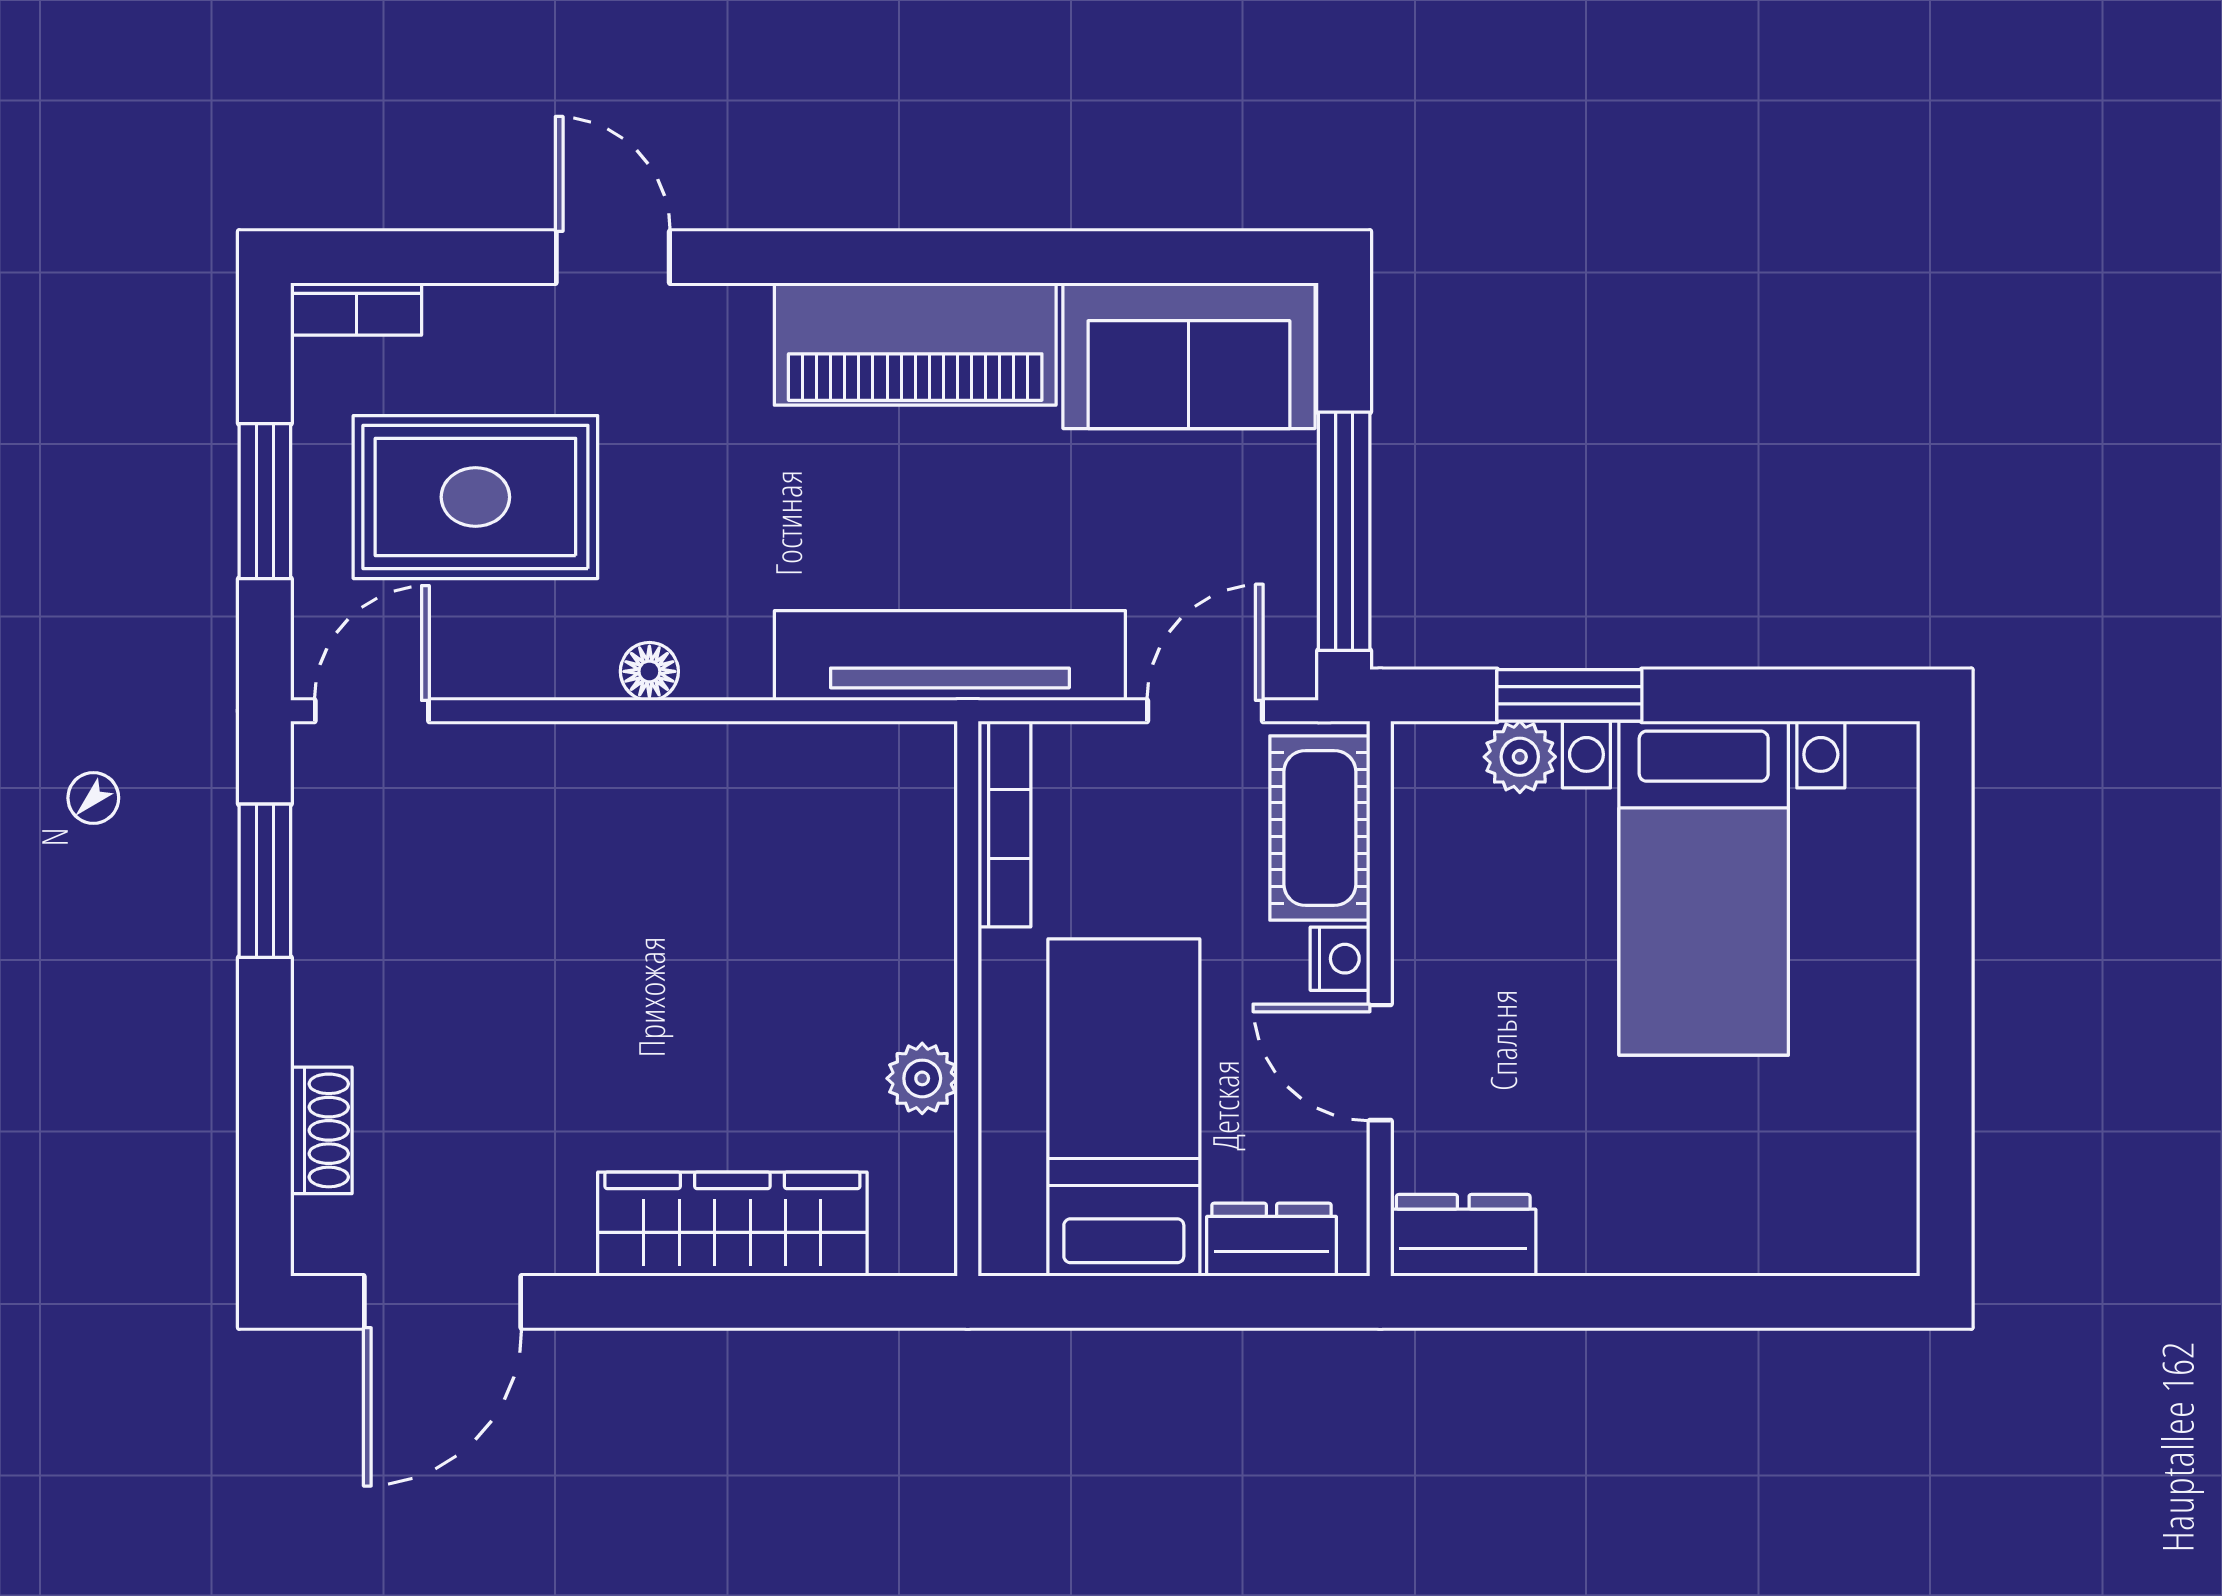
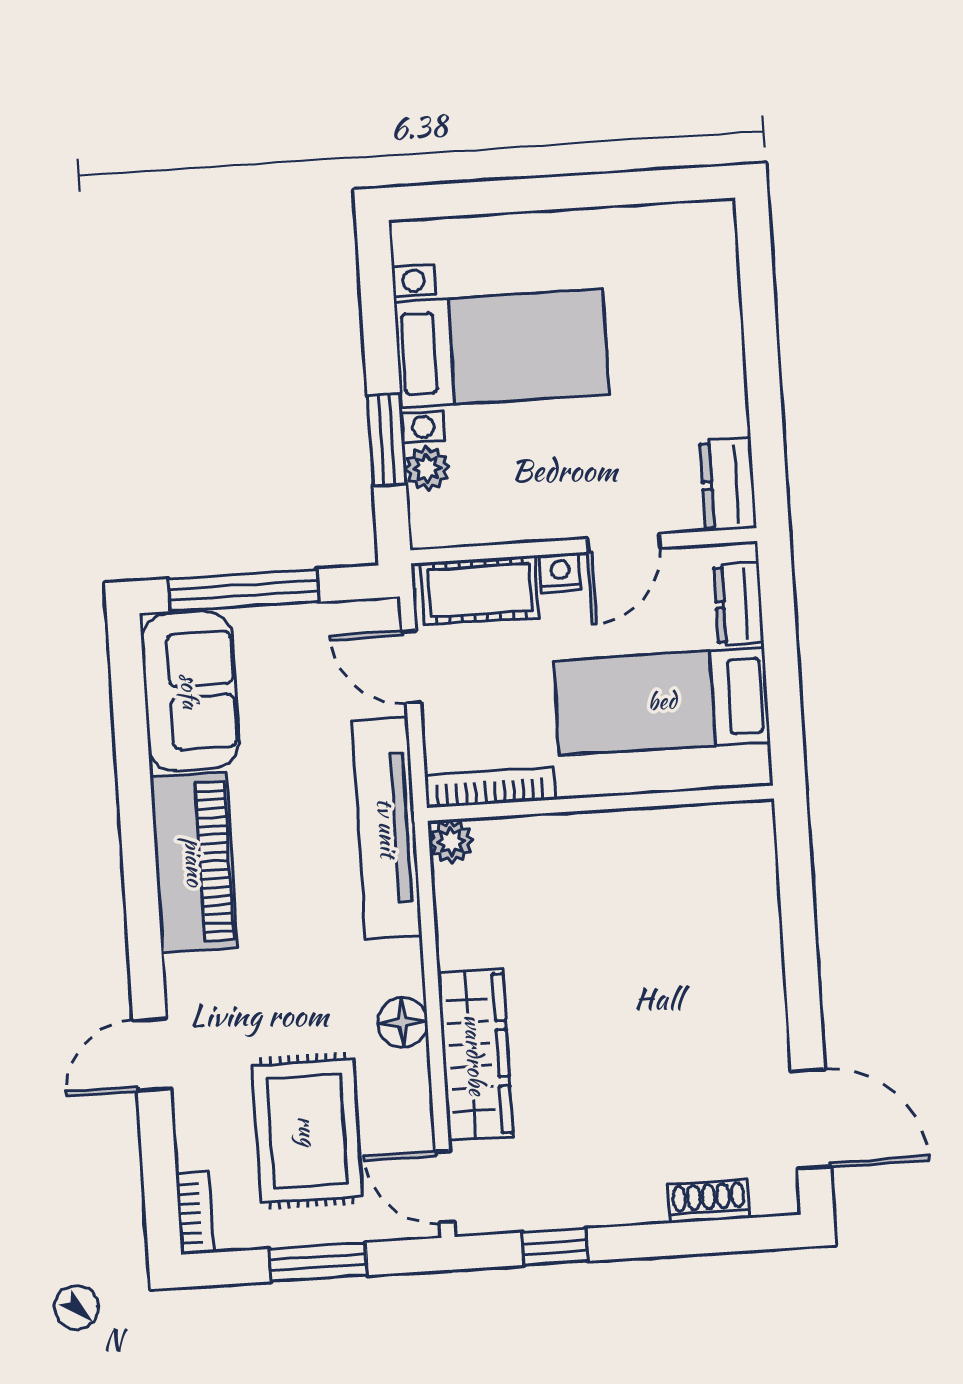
window: (1344, 531) -> (244, 590), moved
floor lamp: (649, 671) -> (403, 1022), width x1.37, depth x1.37
window: (265, 881) -> (555, 1247), width x0.67
plant: (922, 1078) -> (451, 841), moved
wardrobe: (732, 1224) -> (475, 1055), moved, turned 180

